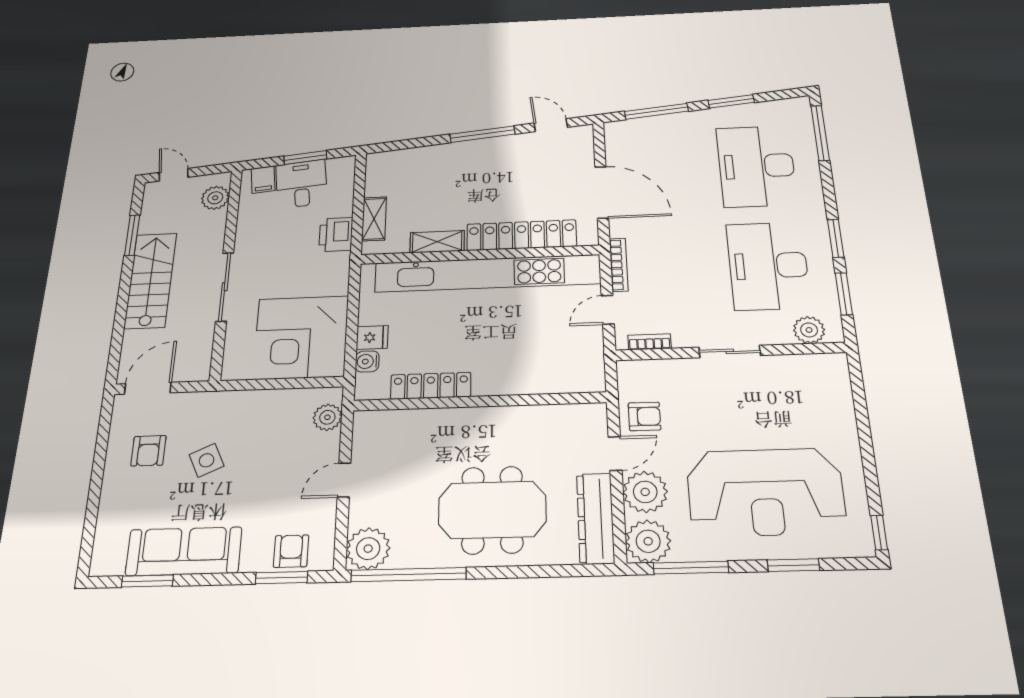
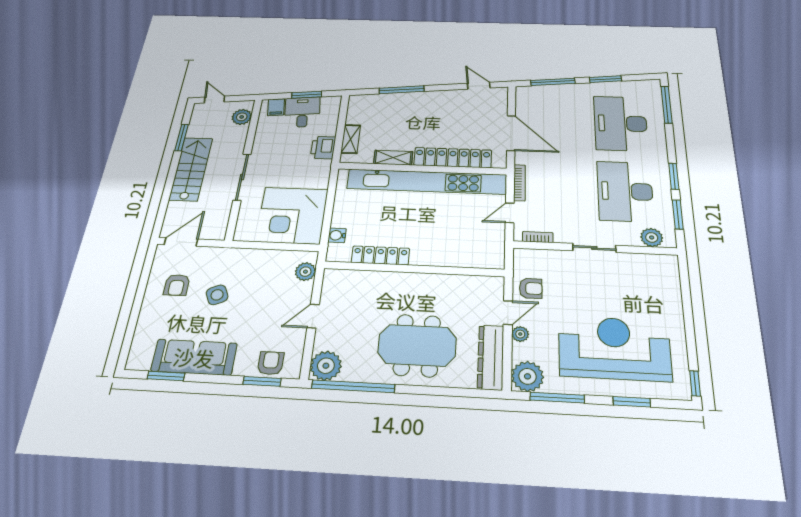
window: (482, 134) -> (402, 90), moved
fridge: (372, 337) -> (342, 219), removed
plant: (645, 492) -> (520, 334), width x0.53, depth x0.53
reception desk: (766, 492) -> (614, 348), turned 180

